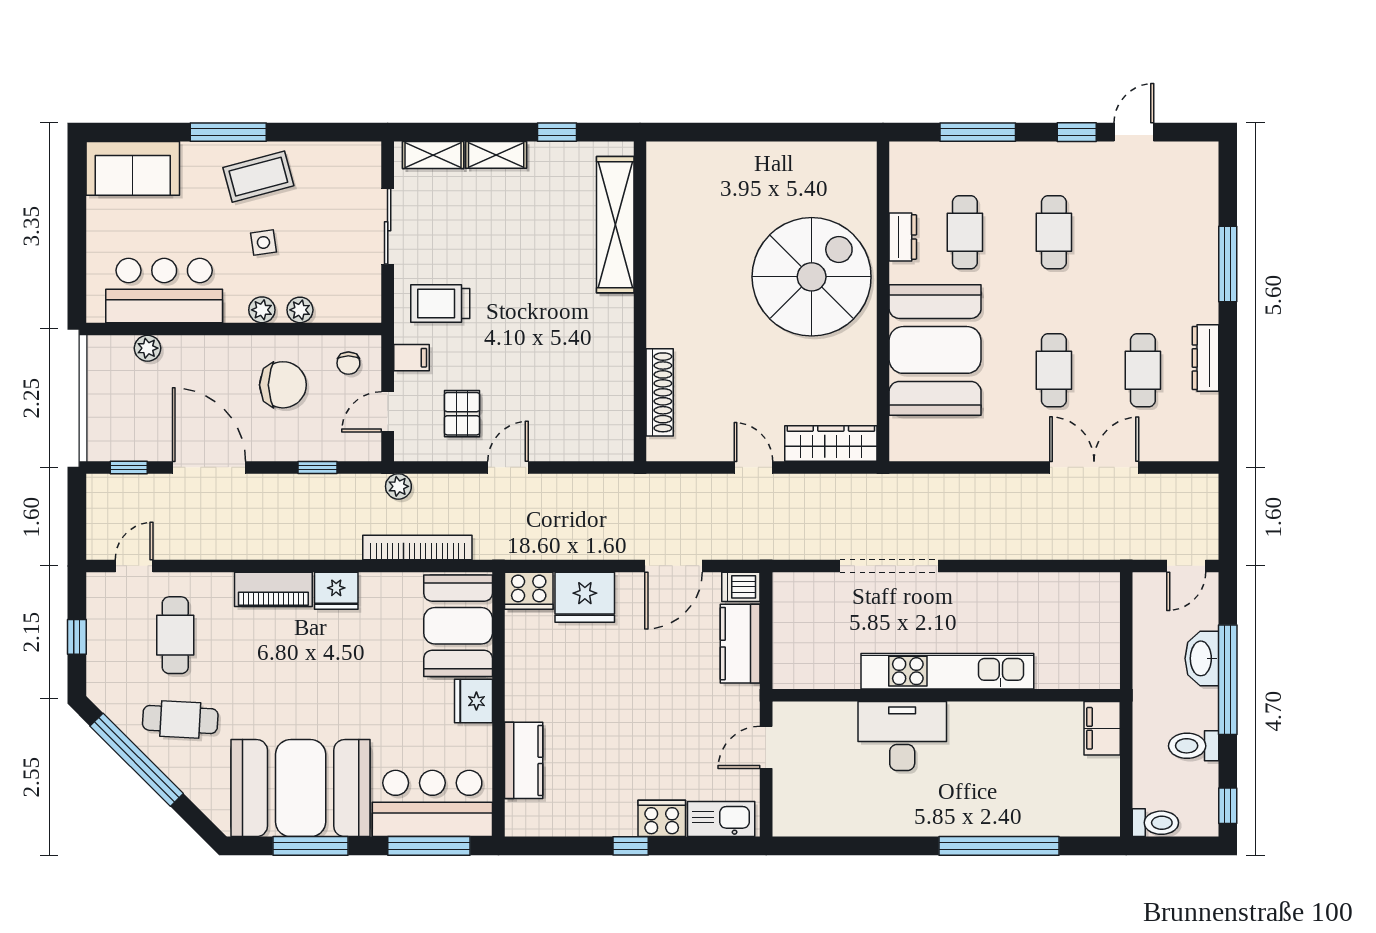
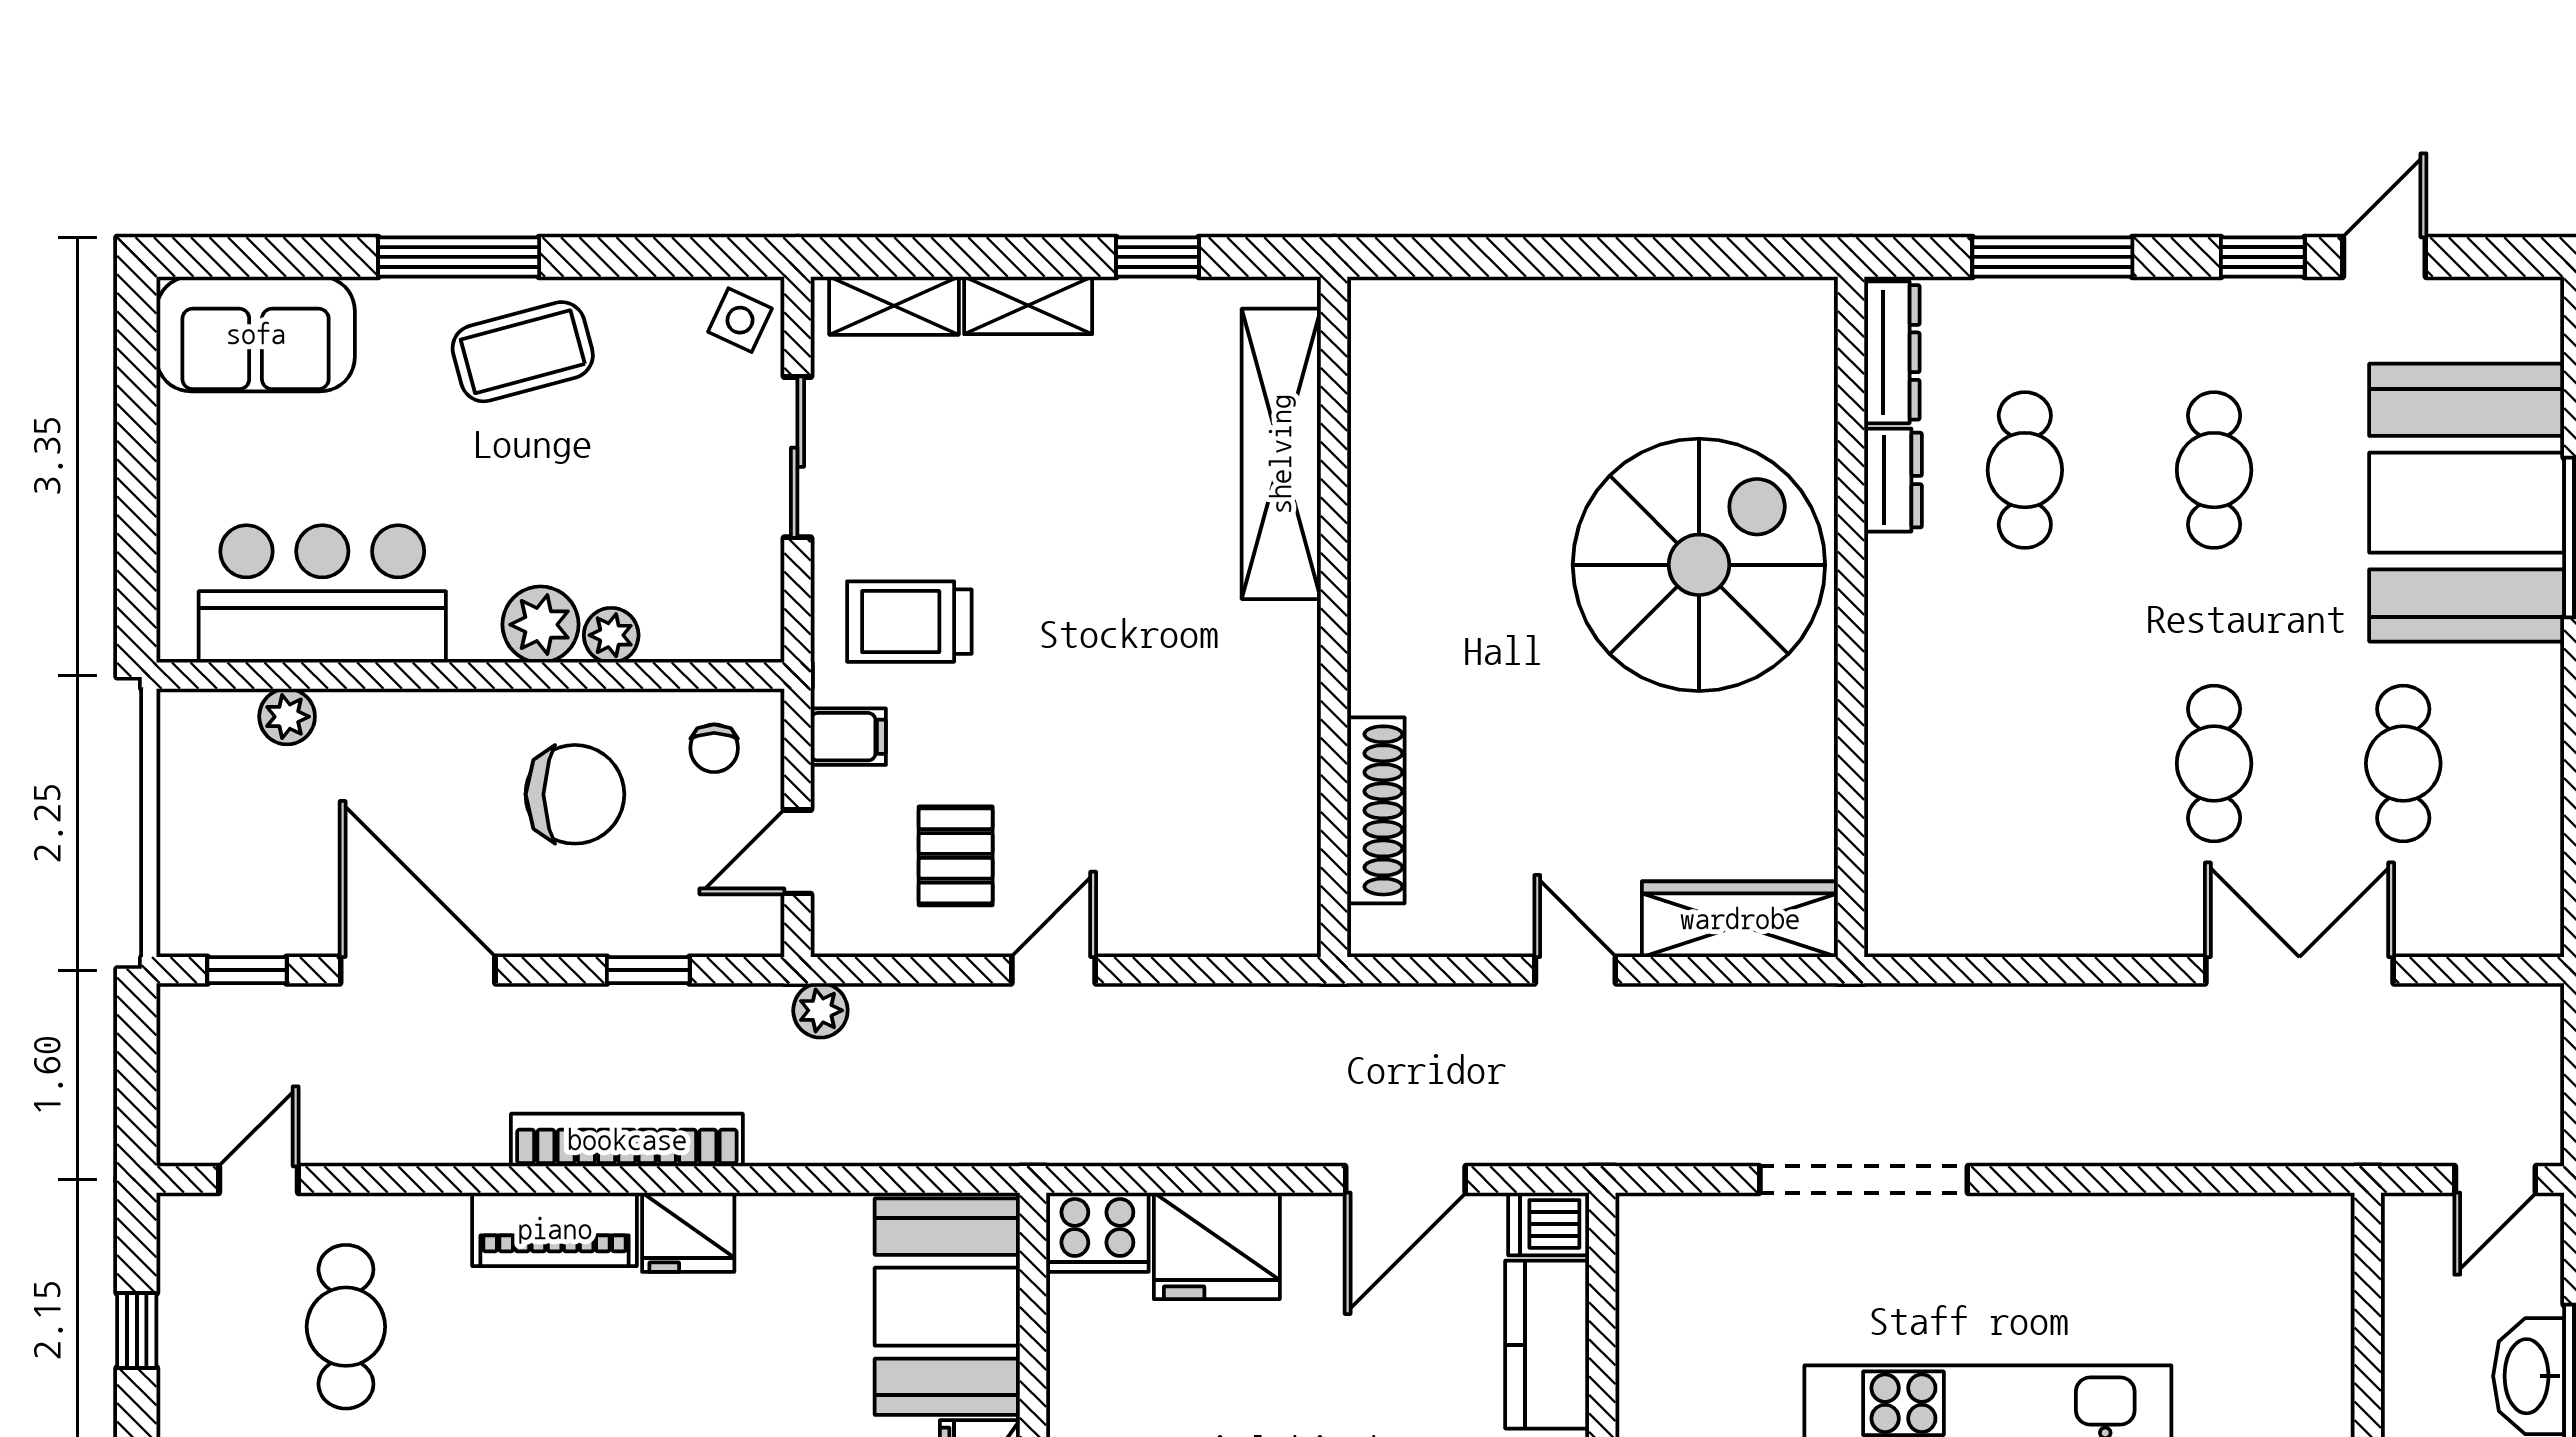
side table: (263, 242) -> (740, 320), moved, turned 33
plant: (262, 310) -> (540, 625), width x1.38, depth x1.38
booth: (935, 350) -> (2467, 503), moved
dresser: (1205, 358) -> (1892, 352), moved, turned 180
bookcase: (417, 547) -> (627, 1140), moved

